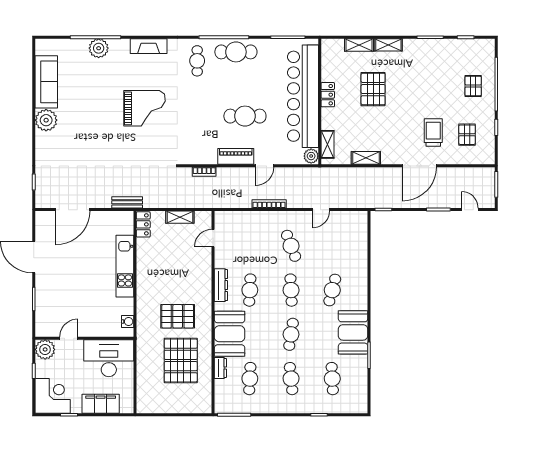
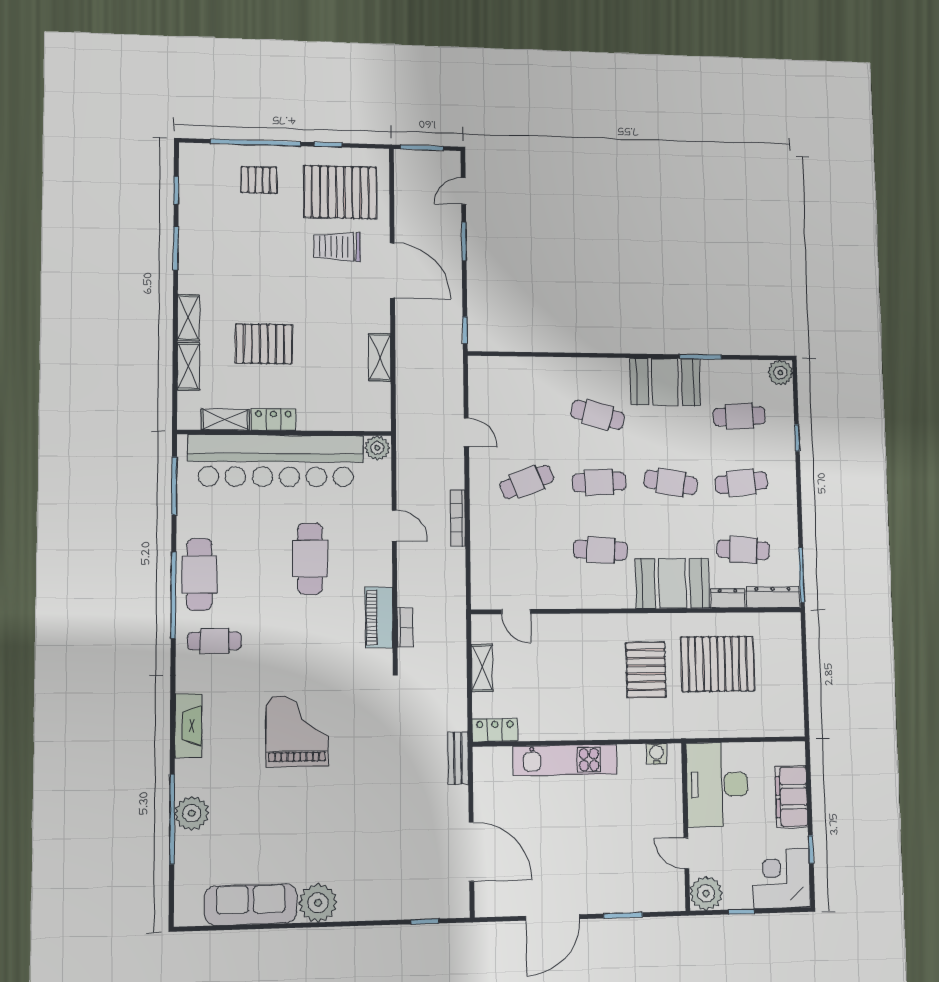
pallet: (467, 135) -> (340, 192), width x2.05, depth x2.00
shelving: (327, 144) -> (225, 419), moved
piano: (236, 156) -> (379, 618), moved
dresser: (221, 285) -> (773, 597), moved
plant: (360, 406) -> (780, 373), added

